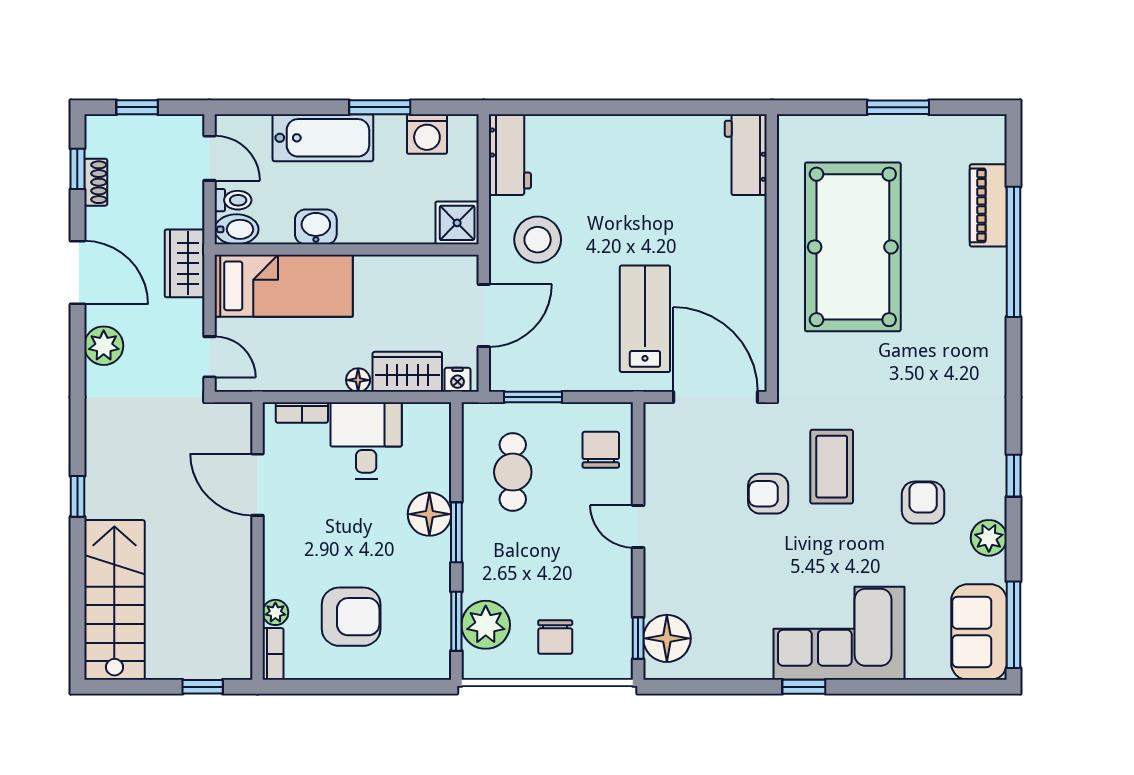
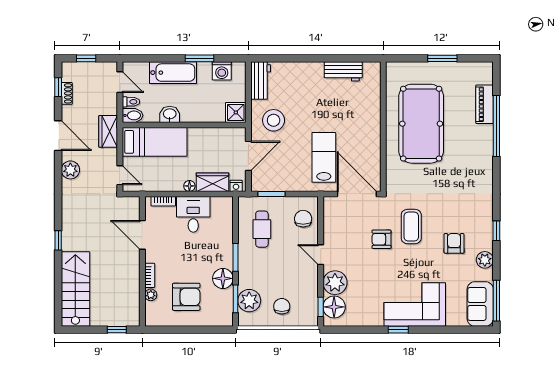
workbench: (746, 155) -> (343, 71), moved, turned -90
floor lamp: (429, 514) -> (223, 278), moved
plant: (669, 586) -> (335, 283), added
chair: (555, 637) -> (282, 306), turned 180
bookcase: (273, 654) -> (150, 275), moved

